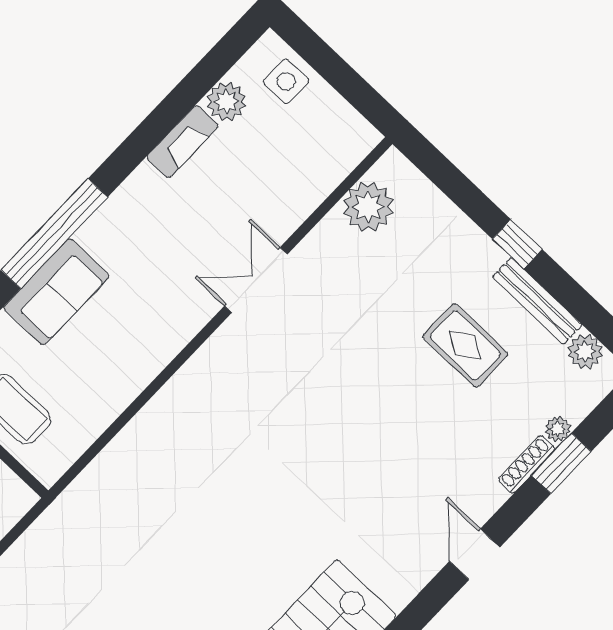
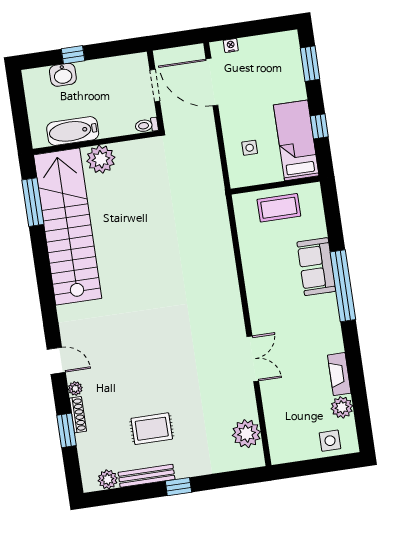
plant: (558, 429) -> (75, 388), moved

